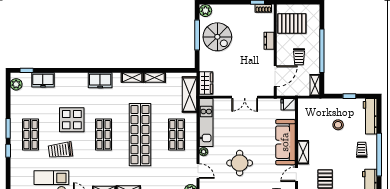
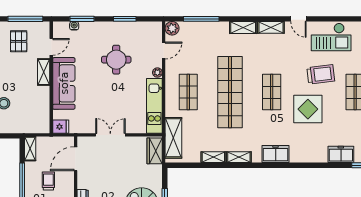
door: (198, 171) -> (164, 50), swing flipped

